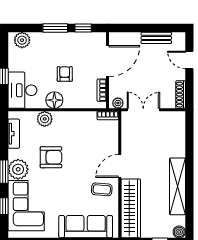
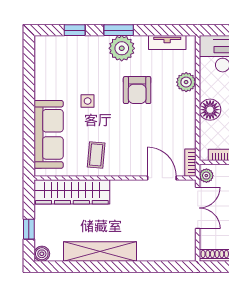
floor lamp: (54, 100) -> (210, 110), moved
door: (120, 166) -> (162, 178), moved
side table: (59, 196) -> (88, 101), added
corner sofa: (26, 206) -> (75, 58), removed

